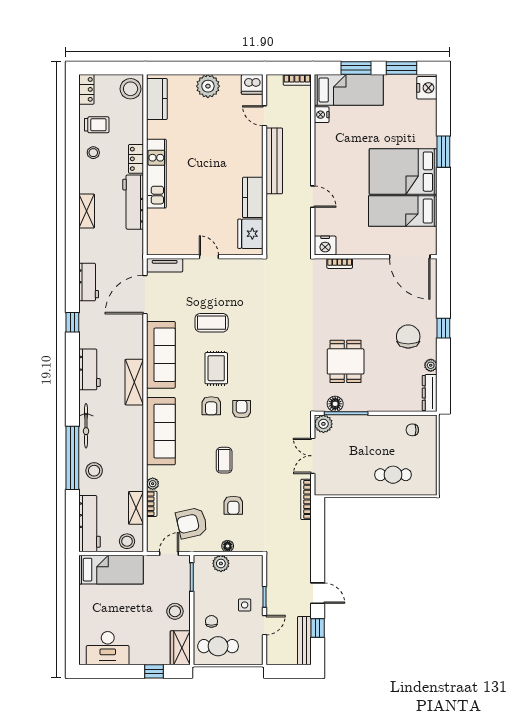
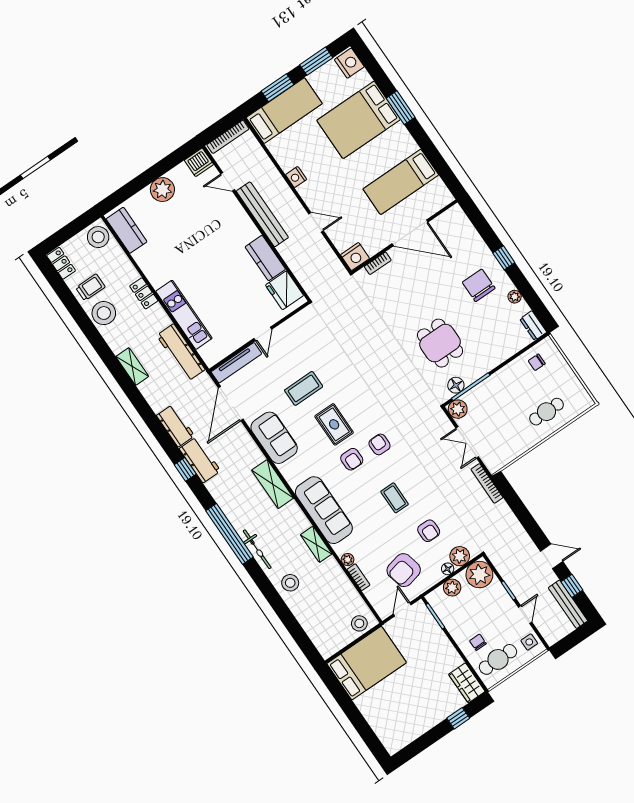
bookcase: (297, 80) -> (228, 137), width x1.56
nightstand: (322, 115) -> (296, 177), moved
stool: (93, 153) -> (104, 313), width x1.89, depth x1.89
bed: (403, 172) -> (359, 120), moved
kitchen unit: (156, 174) -> (184, 315), moved
workbench: (133, 202) -> (181, 353), moved
door: (209, 257) -> (263, 334), swing flipped
door: (410, 257) -> (410, 233), moved
tv unit: (165, 265) -> (236, 363), width x1.41
sofa: (161, 355) -> (274, 438), width x0.73
workbench: (89, 369) -> (200, 460), moved
dresser: (430, 393) -> (533, 326), width x0.70
window: (72, 458) -> (229, 534), moved
shelving: (136, 508) -> (316, 544), moved
workbench: (90, 524) -> (317, 630), removed
plant: (244, 543) -> (460, 556), added
plant: (250, 568) -> (479, 575), added
bed: (111, 570) -> (367, 663), width x1.50
side table: (245, 605) -> (529, 642), moved
stool: (175, 611) -> (441, 655), removed
desk: (108, 648) -> (405, 726), removed

